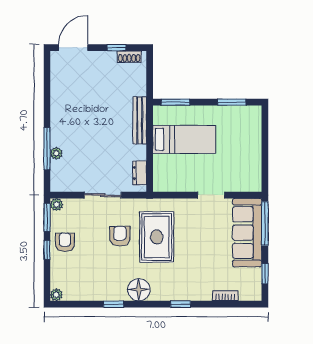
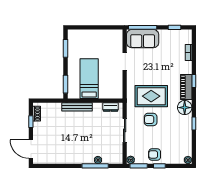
sofa: (247, 233) -> (143, 39), width x0.73
piano: (171, 292) -> (186, 87), added

